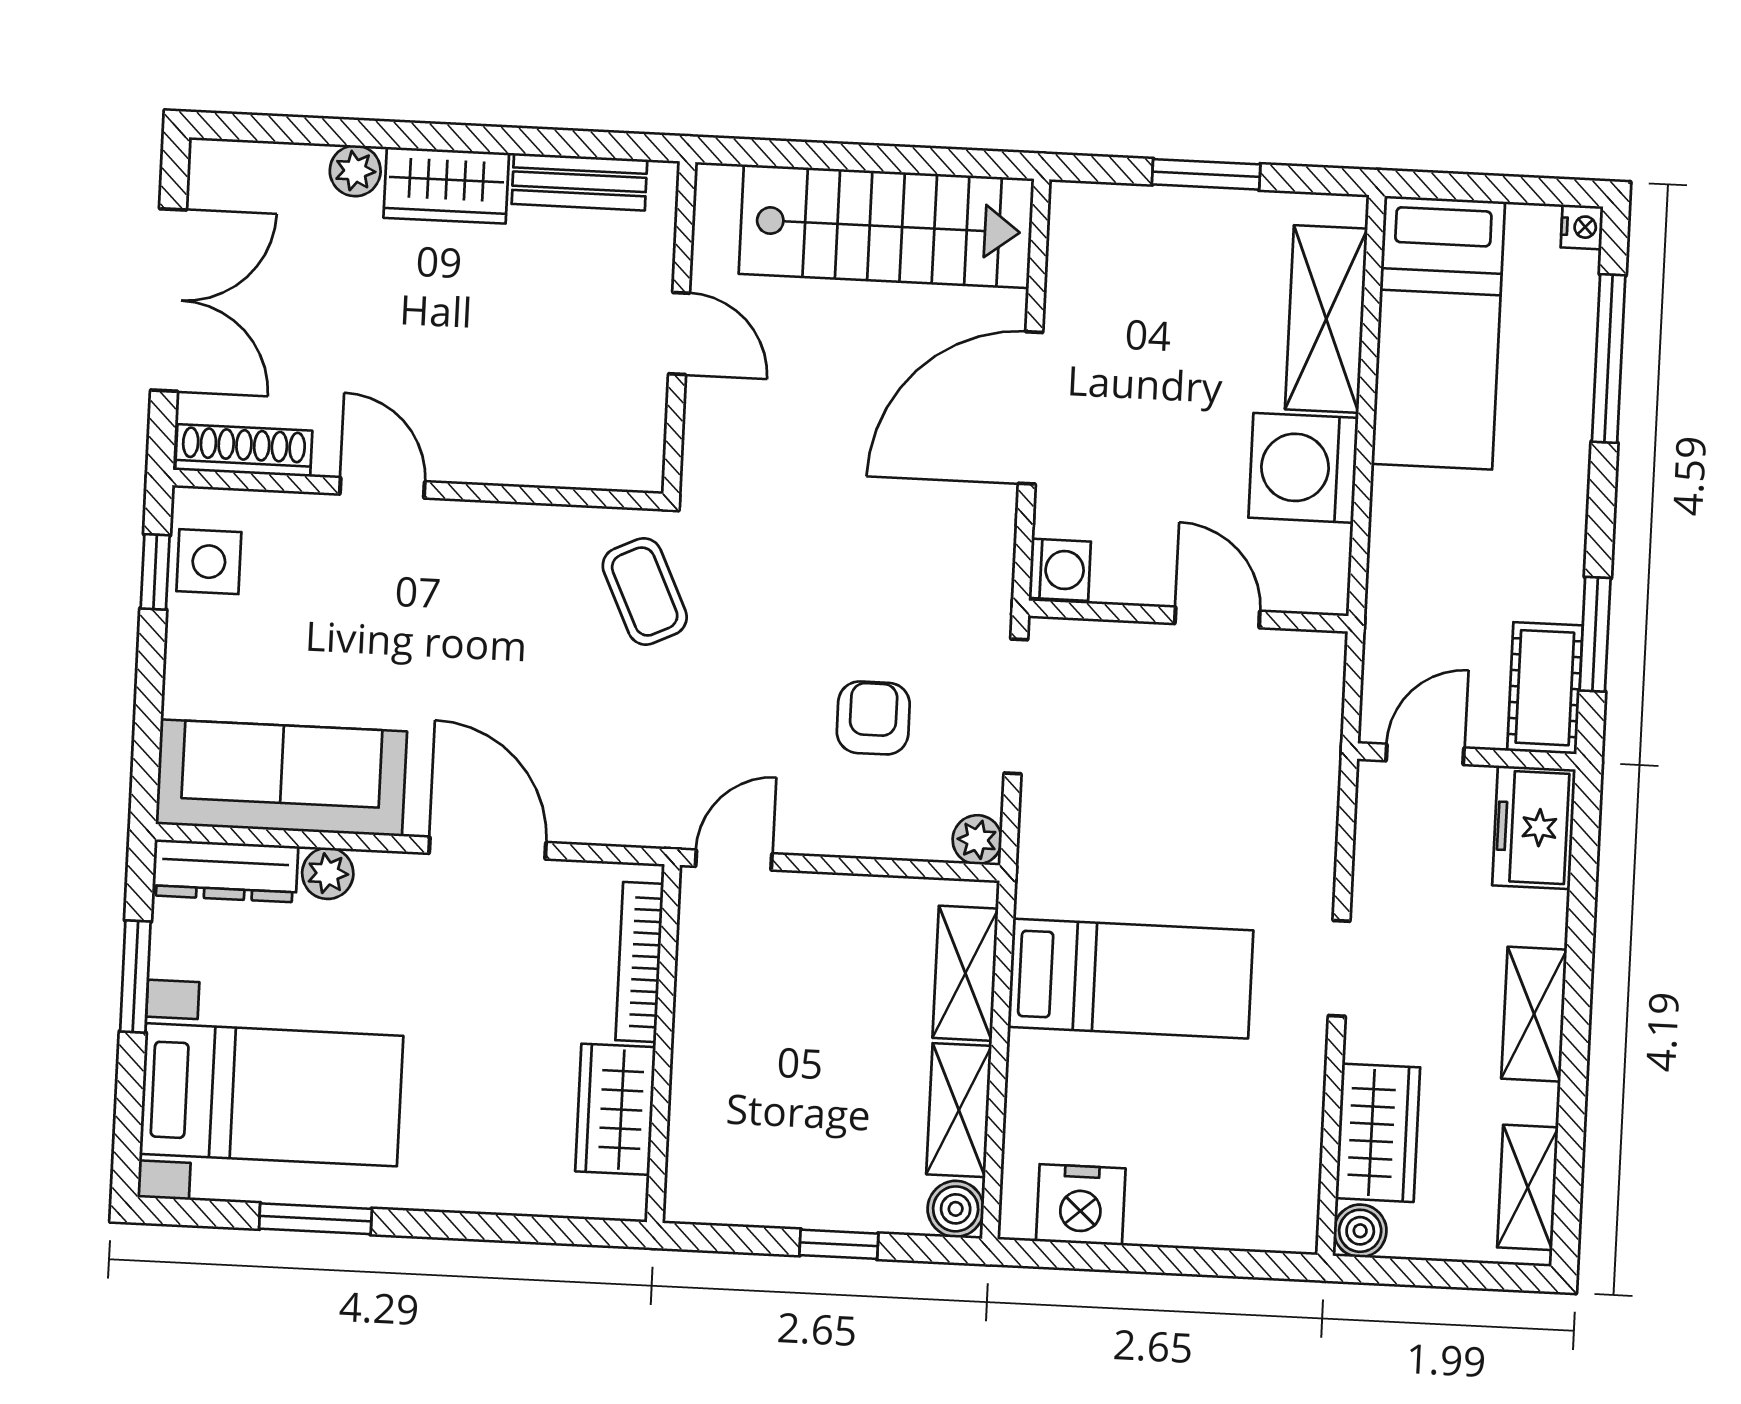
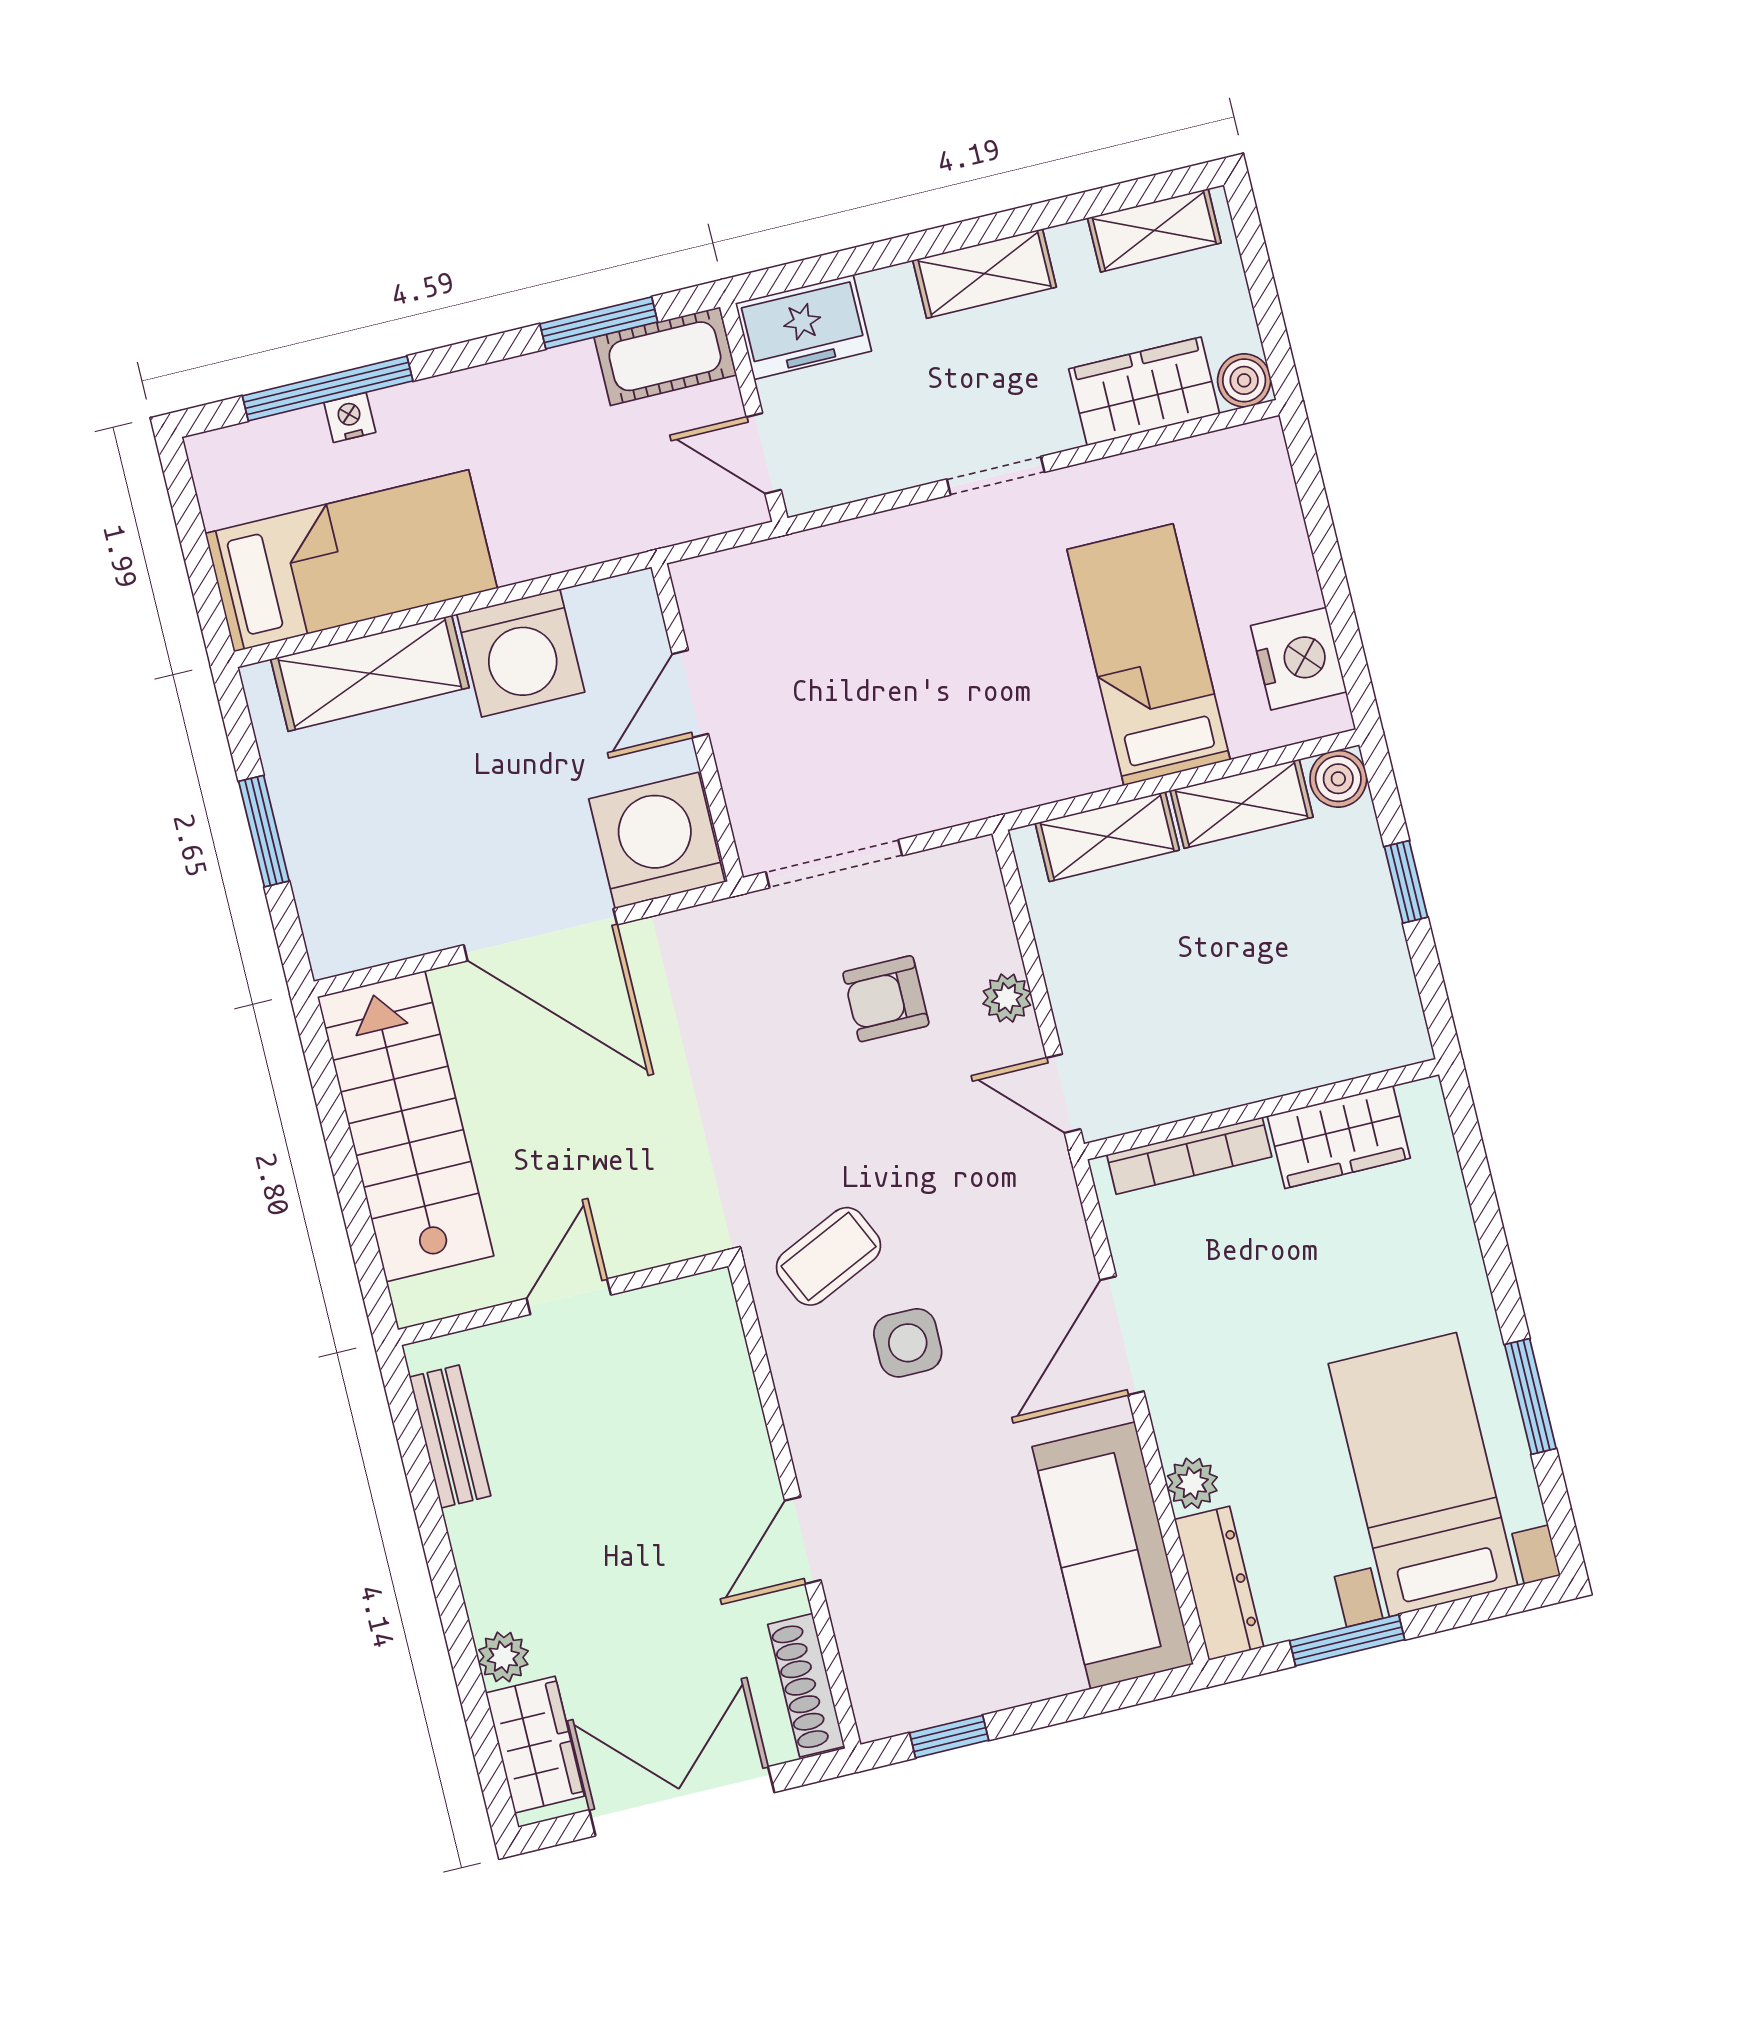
wardrobe: (446, 185) -> (535, 1745), moved
nightstand: (1582, 227) -> (350, 417), moved
side table: (209, 562) -> (908, 1343), moved
washing machine: (1060, 570) -> (657, 840), width x1.89, depth x1.89
plant: (977, 840) -> (1007, 998), moved
bed: (1131, 979) -> (1149, 655), moved

